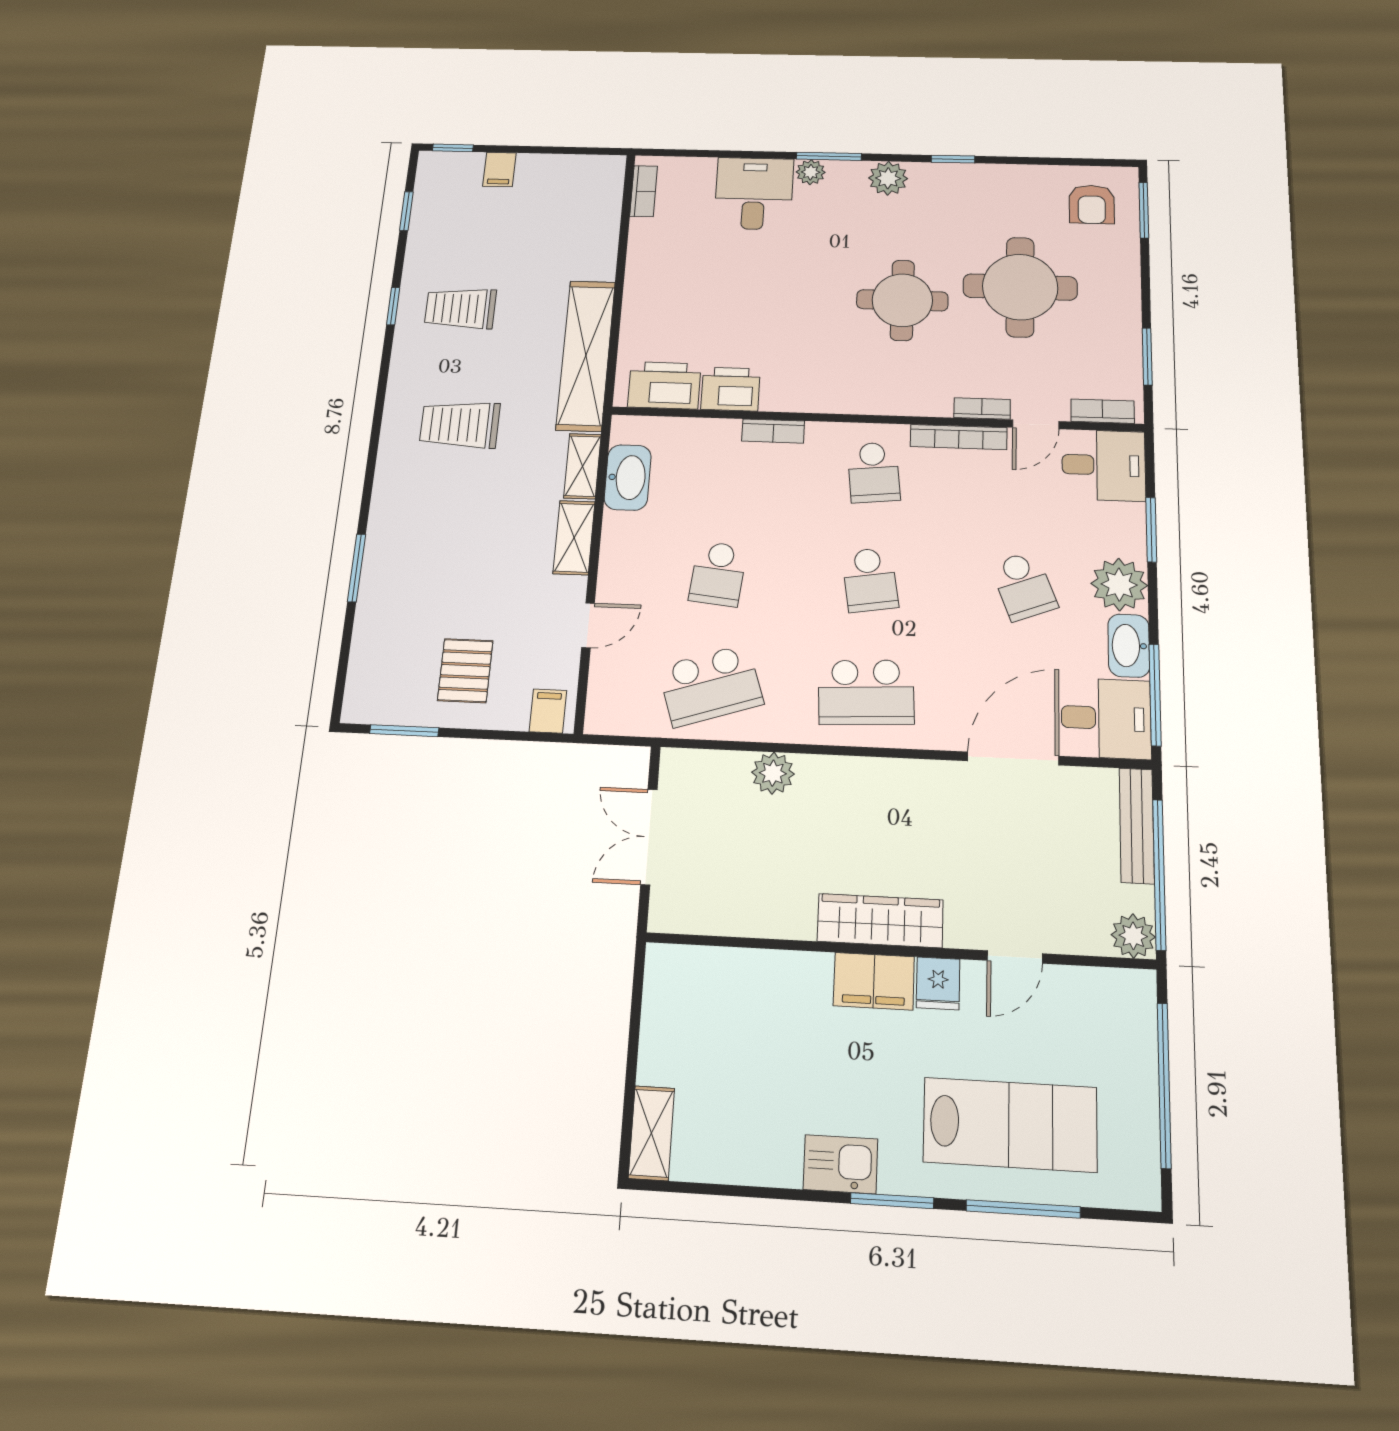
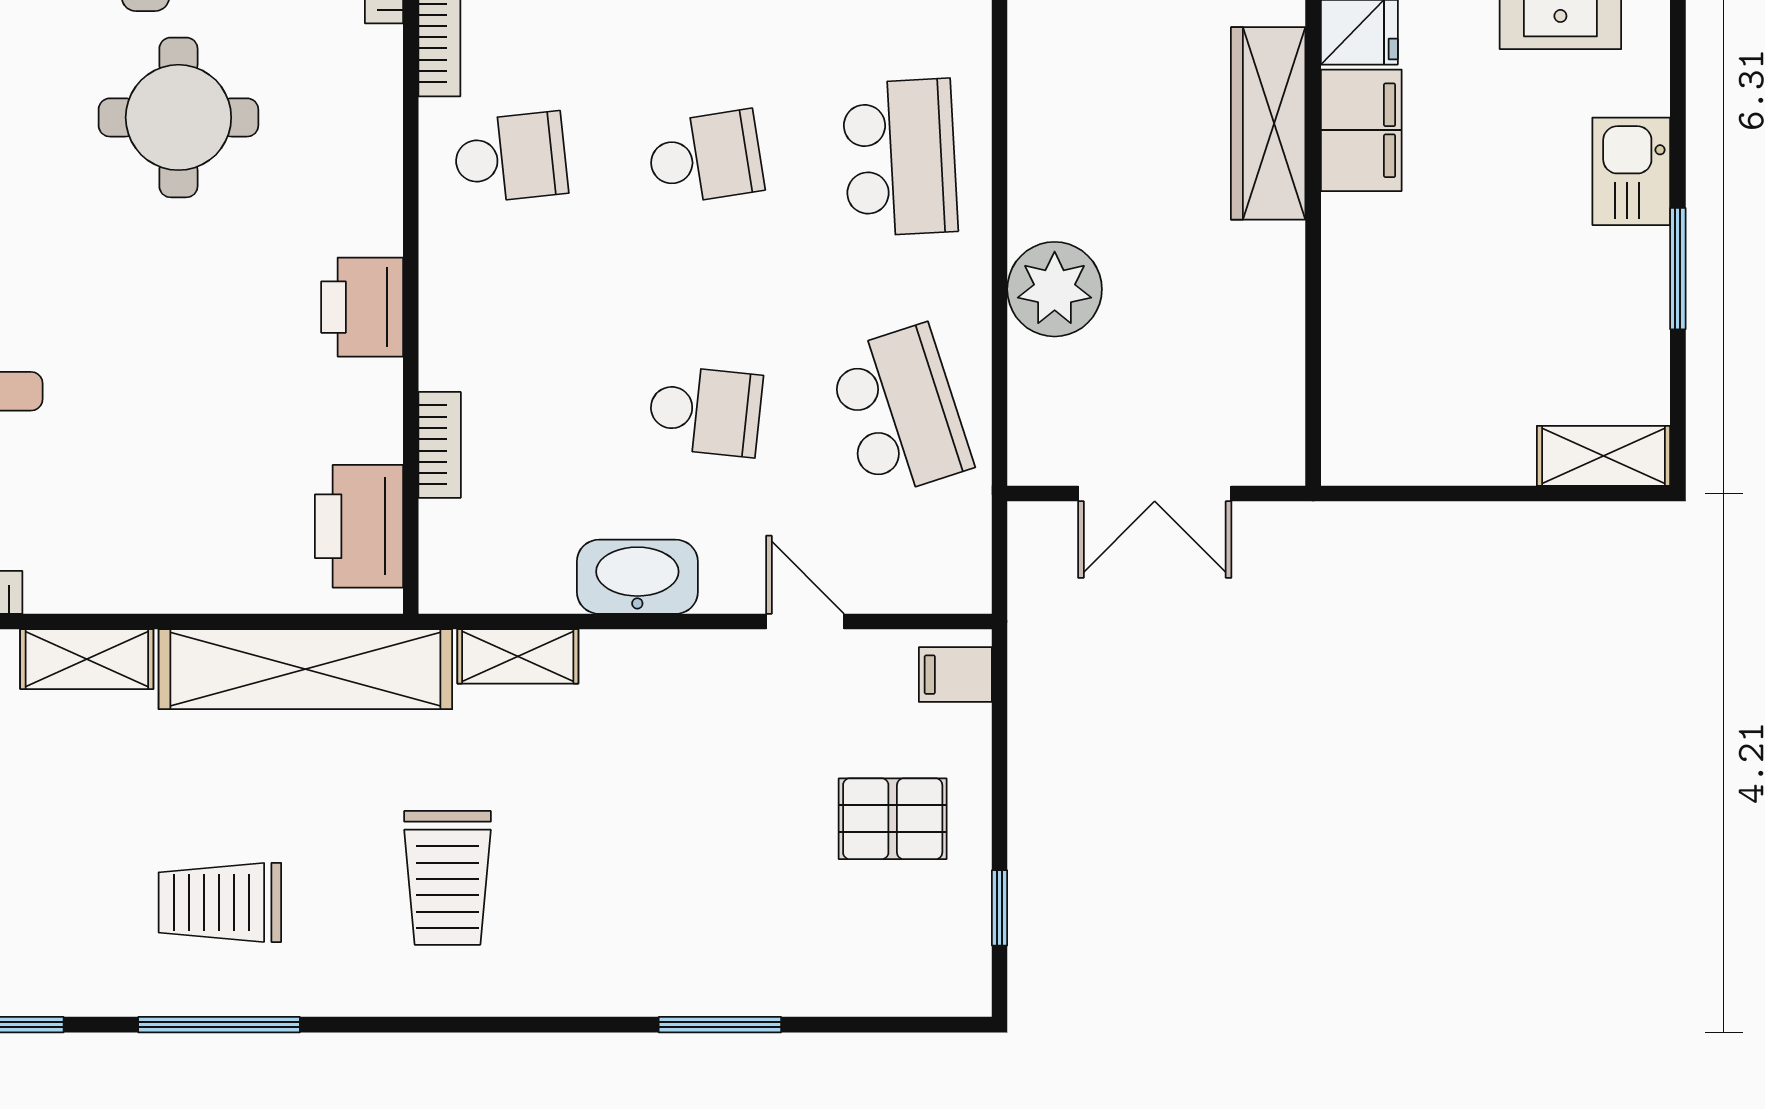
window: (393, 306) -> (219, 1025), width x2.17
trolley: (460, 308) -> (220, 902), turned 90
printer: (731, 389) -> (362, 307), moved
bookcase: (773, 431) -> (440, 445), moved
washbasin: (628, 477) -> (637, 577), moved
shelving: (574, 538) -> (87, 659), moved
window: (404, 731) -> (1000, 908), width x0.67
plant: (773, 773) -> (1055, 289), width x1.36, depth x1.36
window: (892, 1201) -> (1678, 269), moved

